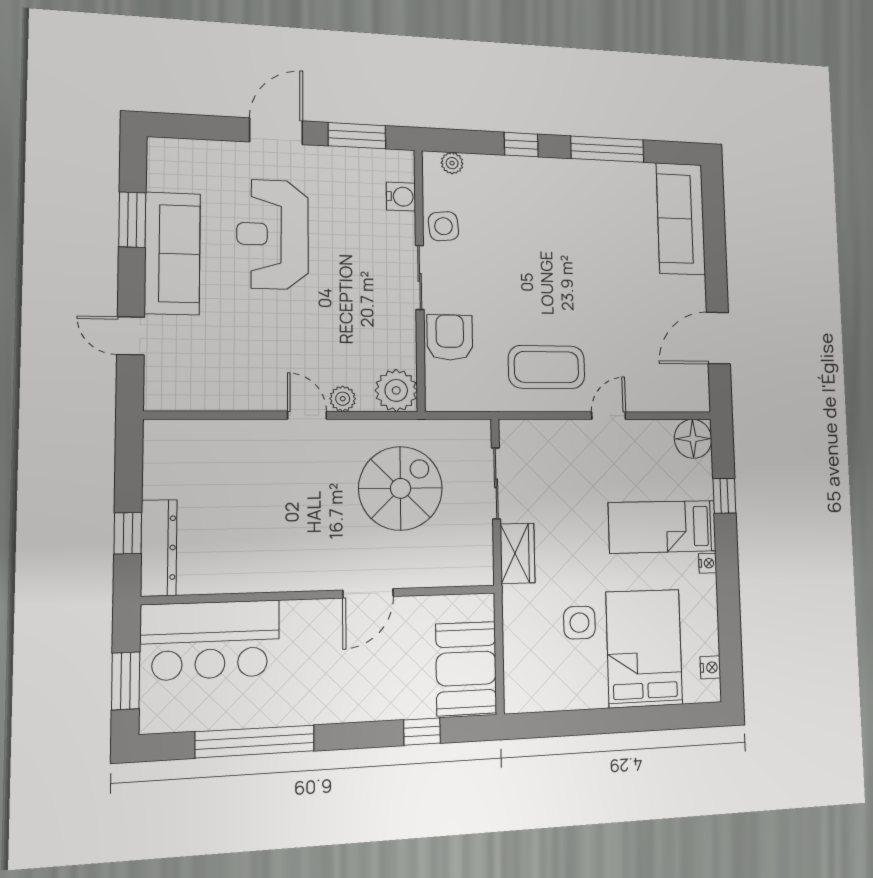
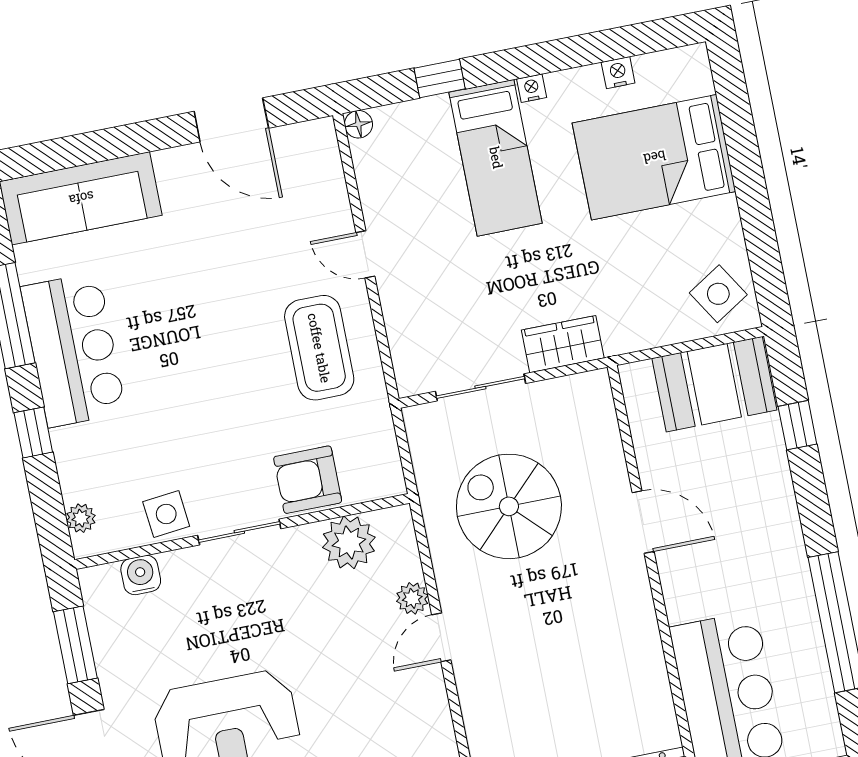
bar counter: (576, 188) -> (73, 350), added
plant: (396, 390) -> (349, 542), moved
floor lamp: (693, 439) -> (358, 124), width x0.53, depth x0.53
side table: (579, 623) -> (718, 294), moved, turned -32
nightstand: (710, 667) -> (618, 73), moved

